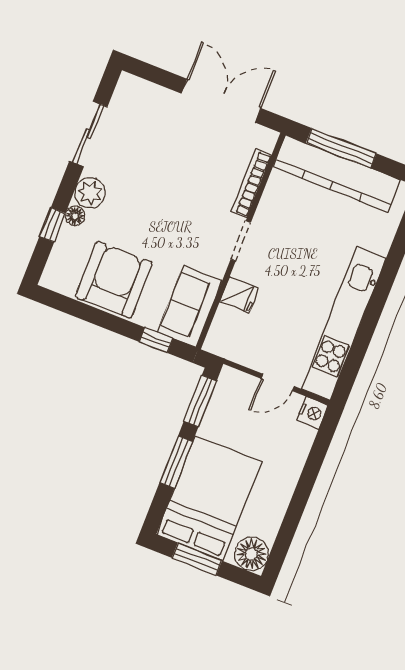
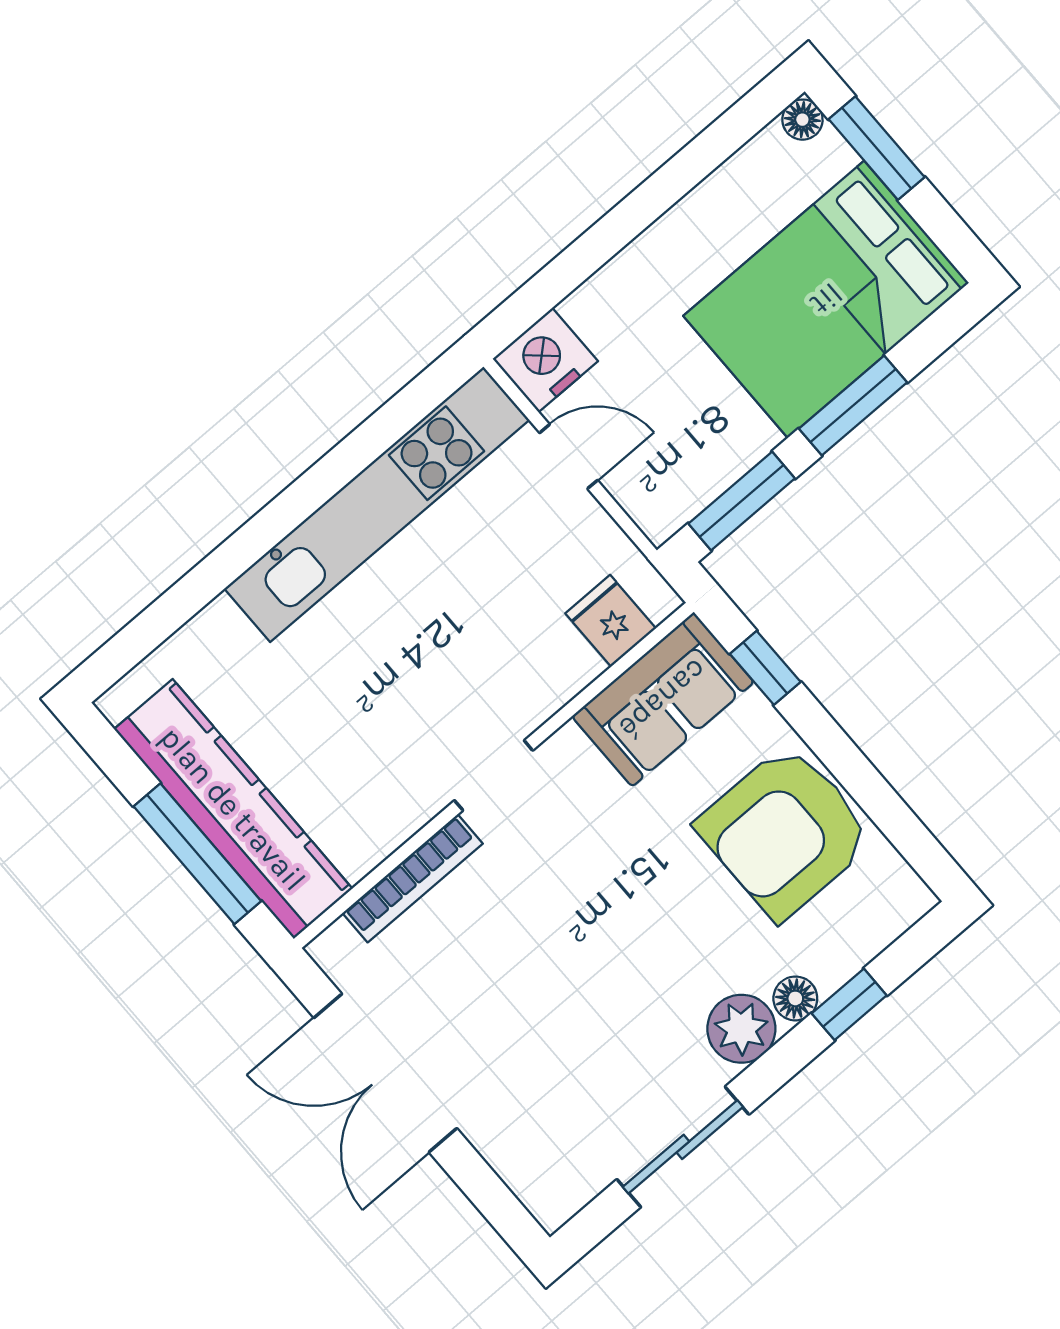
fridge: (239, 295) -> (611, 621), moved
nightstand: (312, 413) -> (545, 360), width x1.36, depth x1.33
floor lamp: (251, 554) -> (802, 120), width x0.53, depth x0.53
window: (197, 559) -> (877, 148), moved

